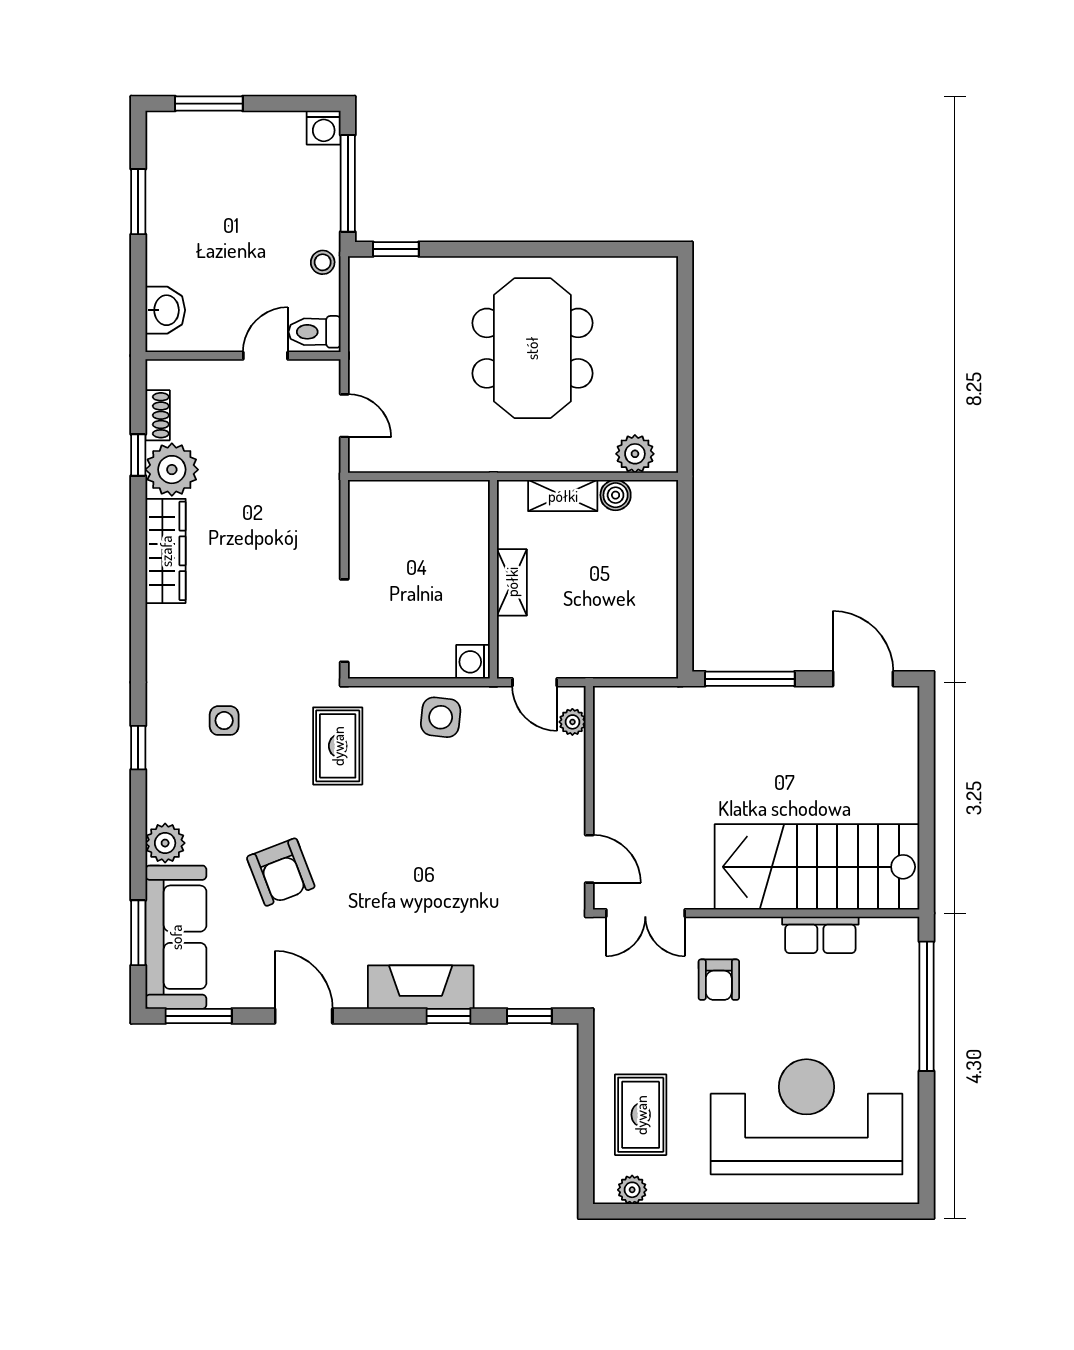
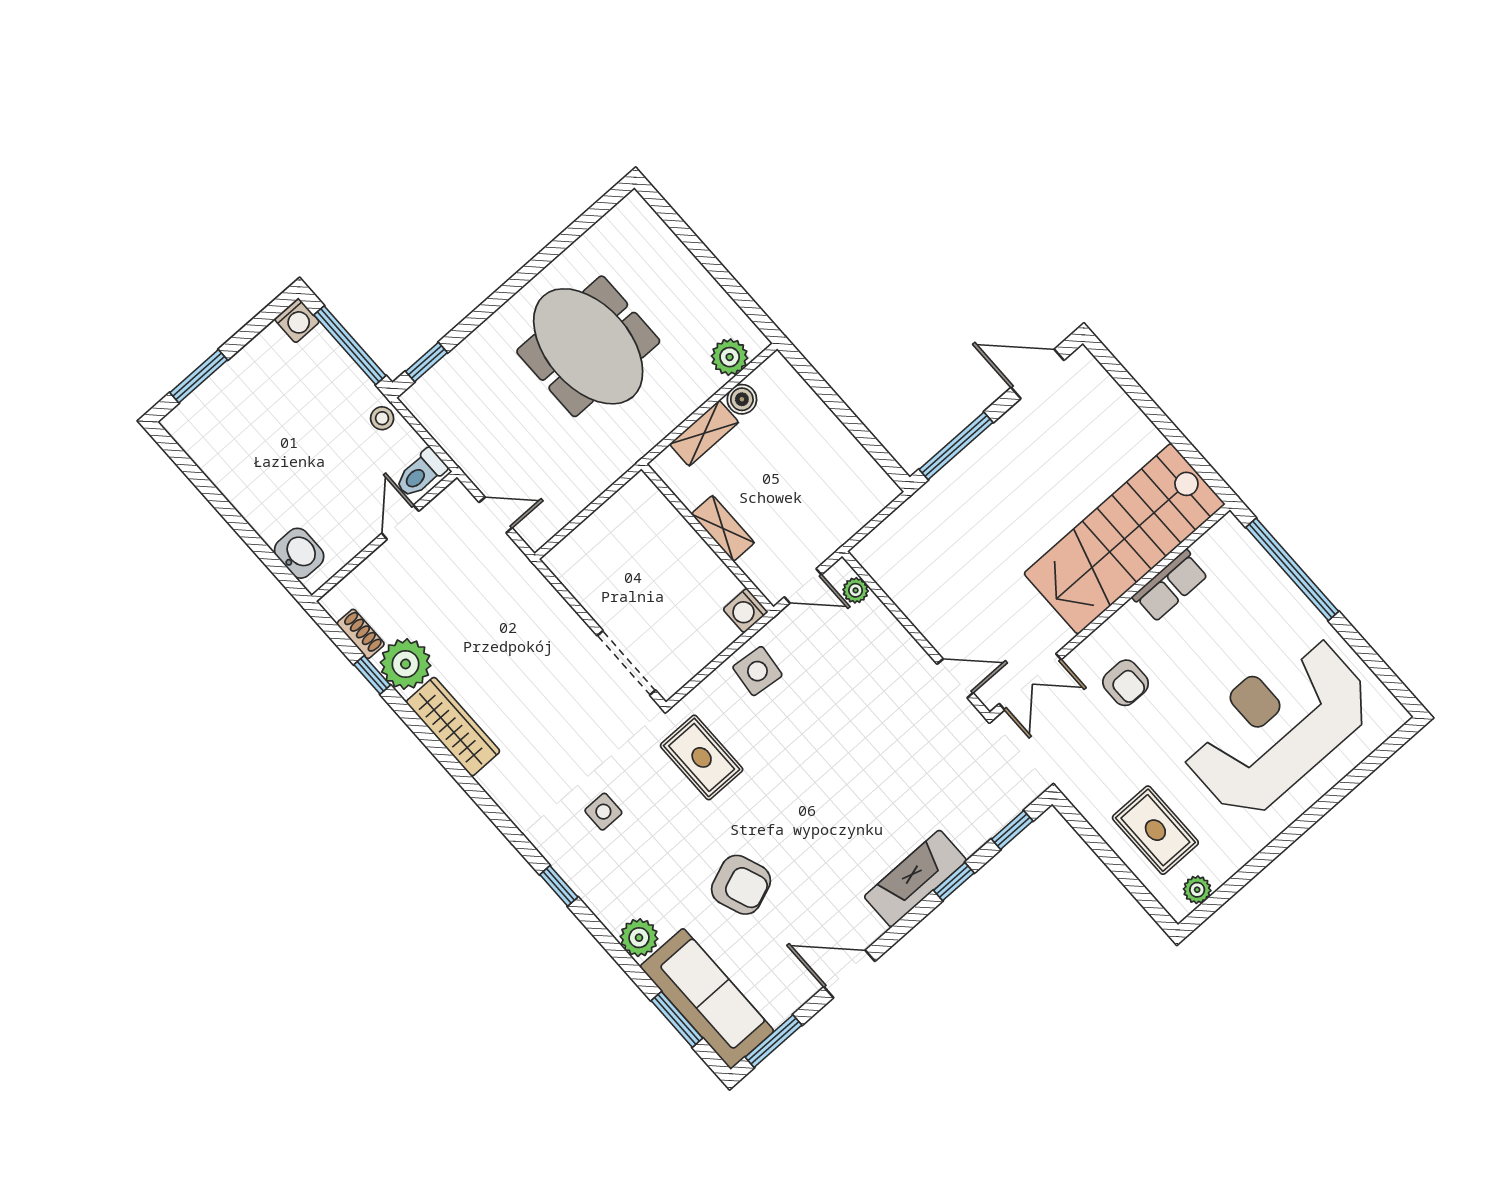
window: (138, 202) -> (210, 492), removed

